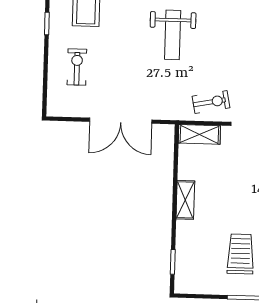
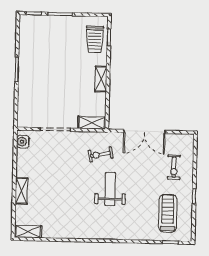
exercise bike: (211, 102) -> (101, 154), moved
double door: (121, 121) -> (144, 131), swing flipped
trolley: (240, 254) -> (95, 39), moved

